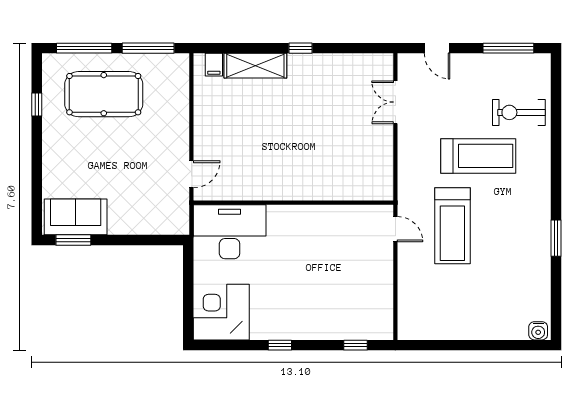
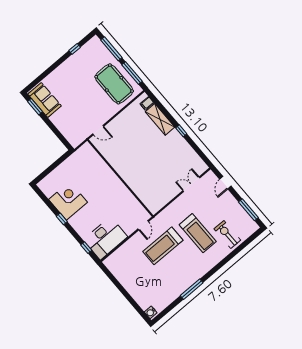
pool table: (104, 94) -> (114, 84), moved
desk: (230, 232) -> (105, 238), moved, turned 90
window: (556, 238) -> (192, 289), width x1.44
corner desk: (221, 312) -> (68, 201), moved

